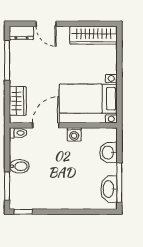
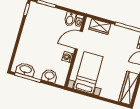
door: (46, 125) -> (79, 40), swing flipped
bidet: (19, 166) -> (70, 19), moved

